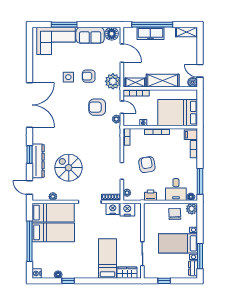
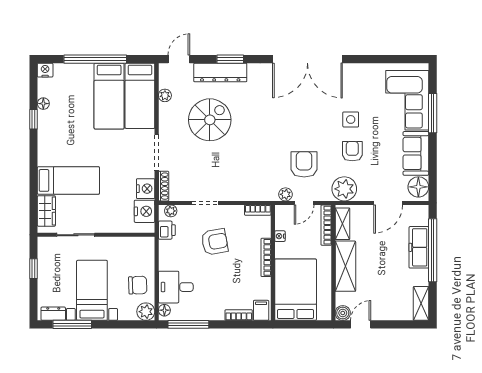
printer: (150, 195) -> (167, 230), moved

